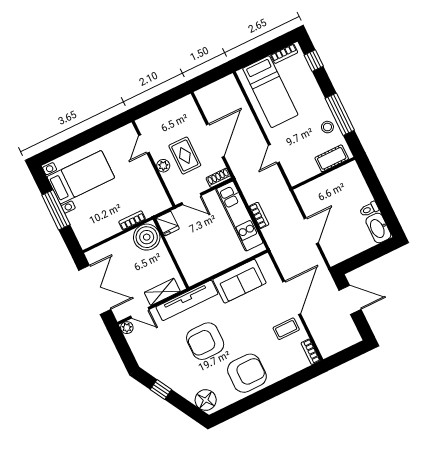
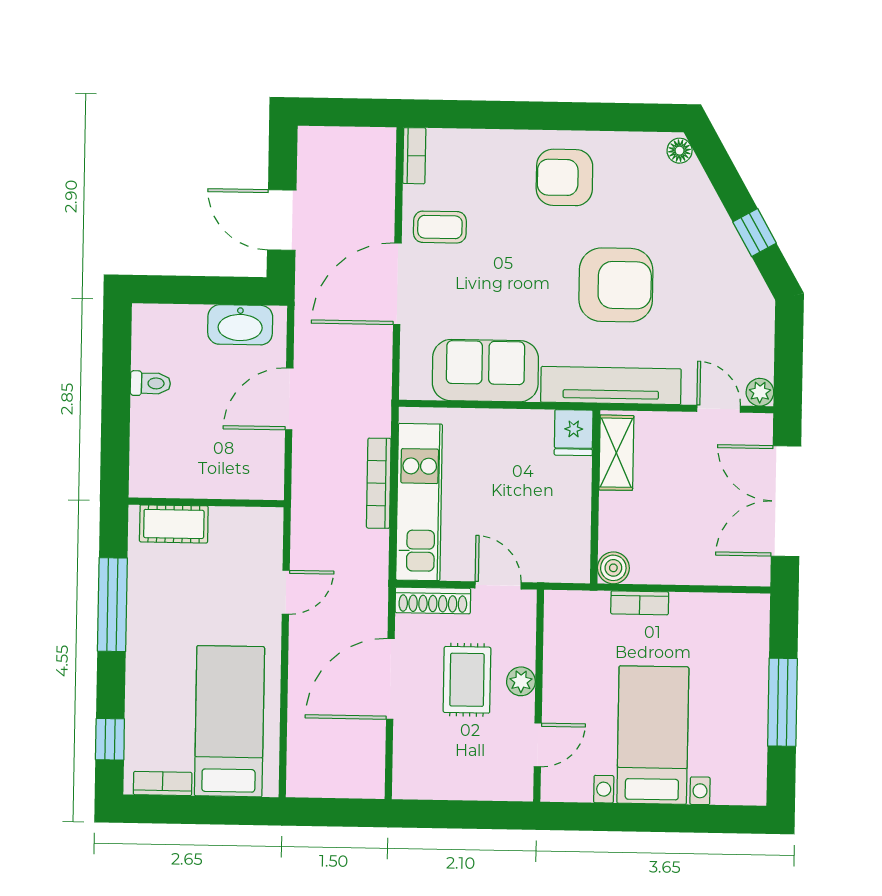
stool: (327, 127) -> (150, 591), removed
bed with nightstands: (81, 177) -> (653, 735), moved, turned 90
shoe rack: (219, 178) -> (433, 600), width x1.43
bookcase: (259, 215) -> (379, 483), width x1.56
fridge: (168, 224) -> (574, 433), moved, turned 180
washbasin: (378, 228) -> (240, 325), moved, turned 90
boiler: (147, 237) -> (613, 568), width x0.54, depth x0.54
shelving: (162, 292) -> (616, 453), moved, turned 90
armchair: (247, 373) -> (564, 177), width x0.73, depth x0.73
floor lamp: (206, 400) -> (680, 151), width x0.53, depth x0.53

